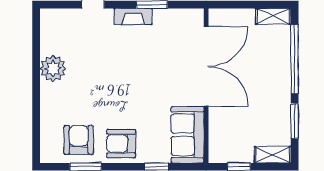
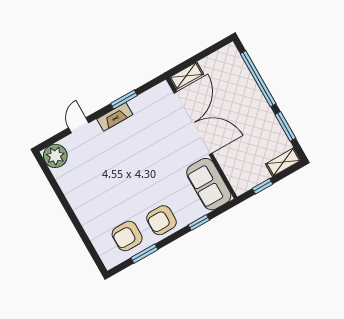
shelving: (273, 16) -> (186, 76), moved
plant: (53, 68) -> (55, 156), moved
armchair: (79, 140) -> (127, 236), turned -90

